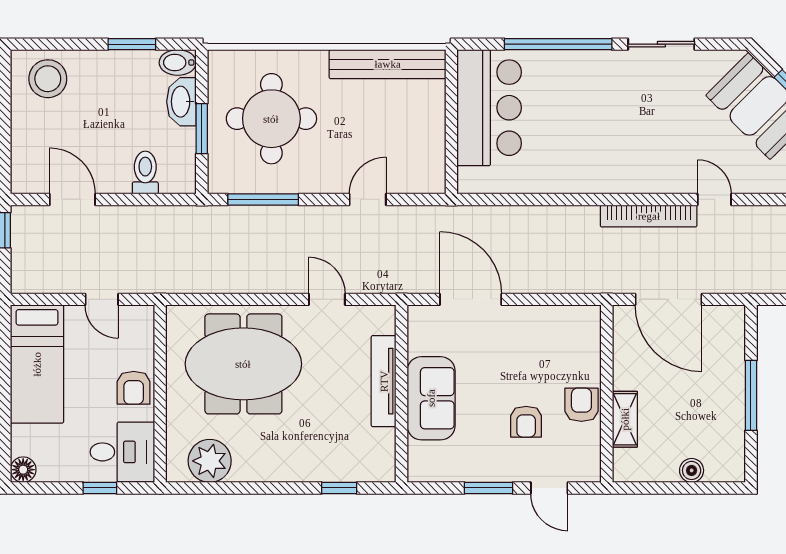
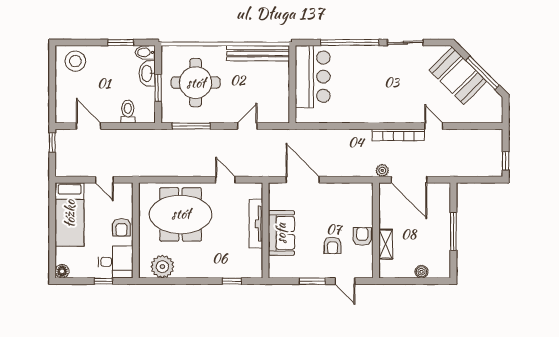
plant: (619, 282) -> (382, 170), added

